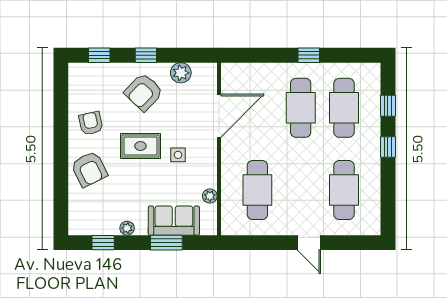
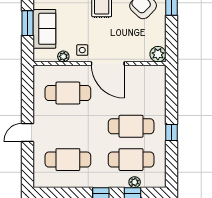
plant: (181, 73) -> (158, 54), moved
plant: (373, 103) -> (135, 182), added
door: (219, 116) -> (108, 63), moved
side table: (178, 155) -> (82, 50), moved

